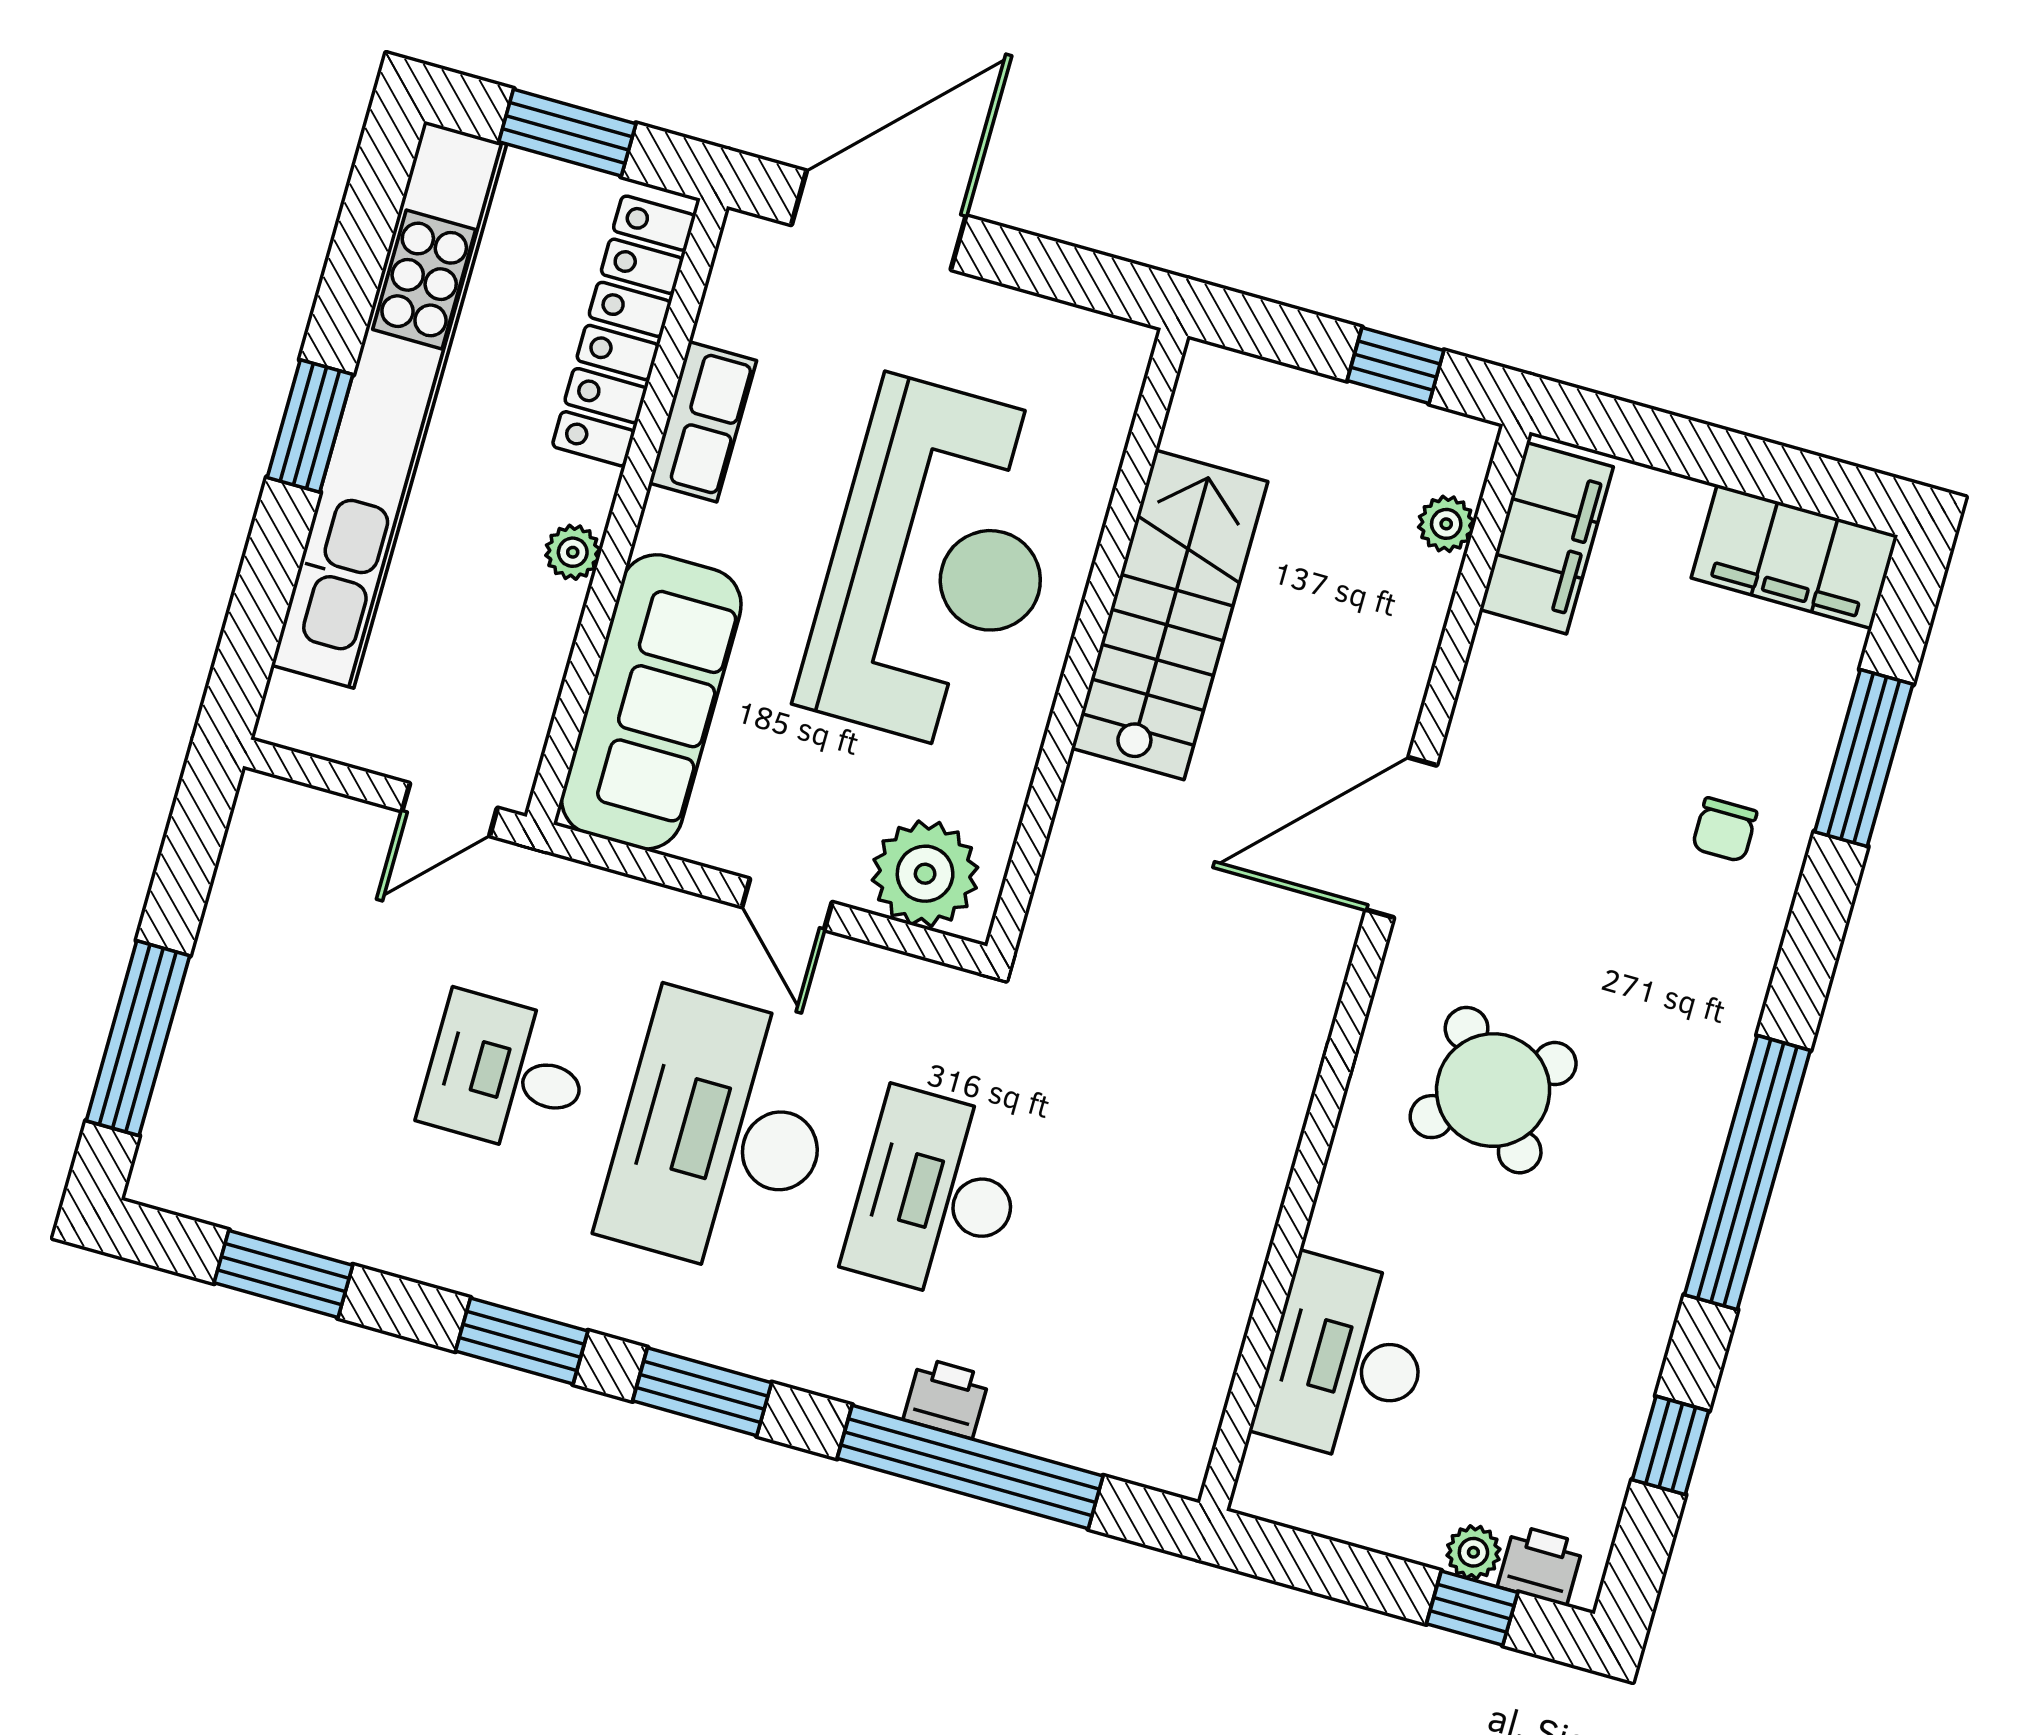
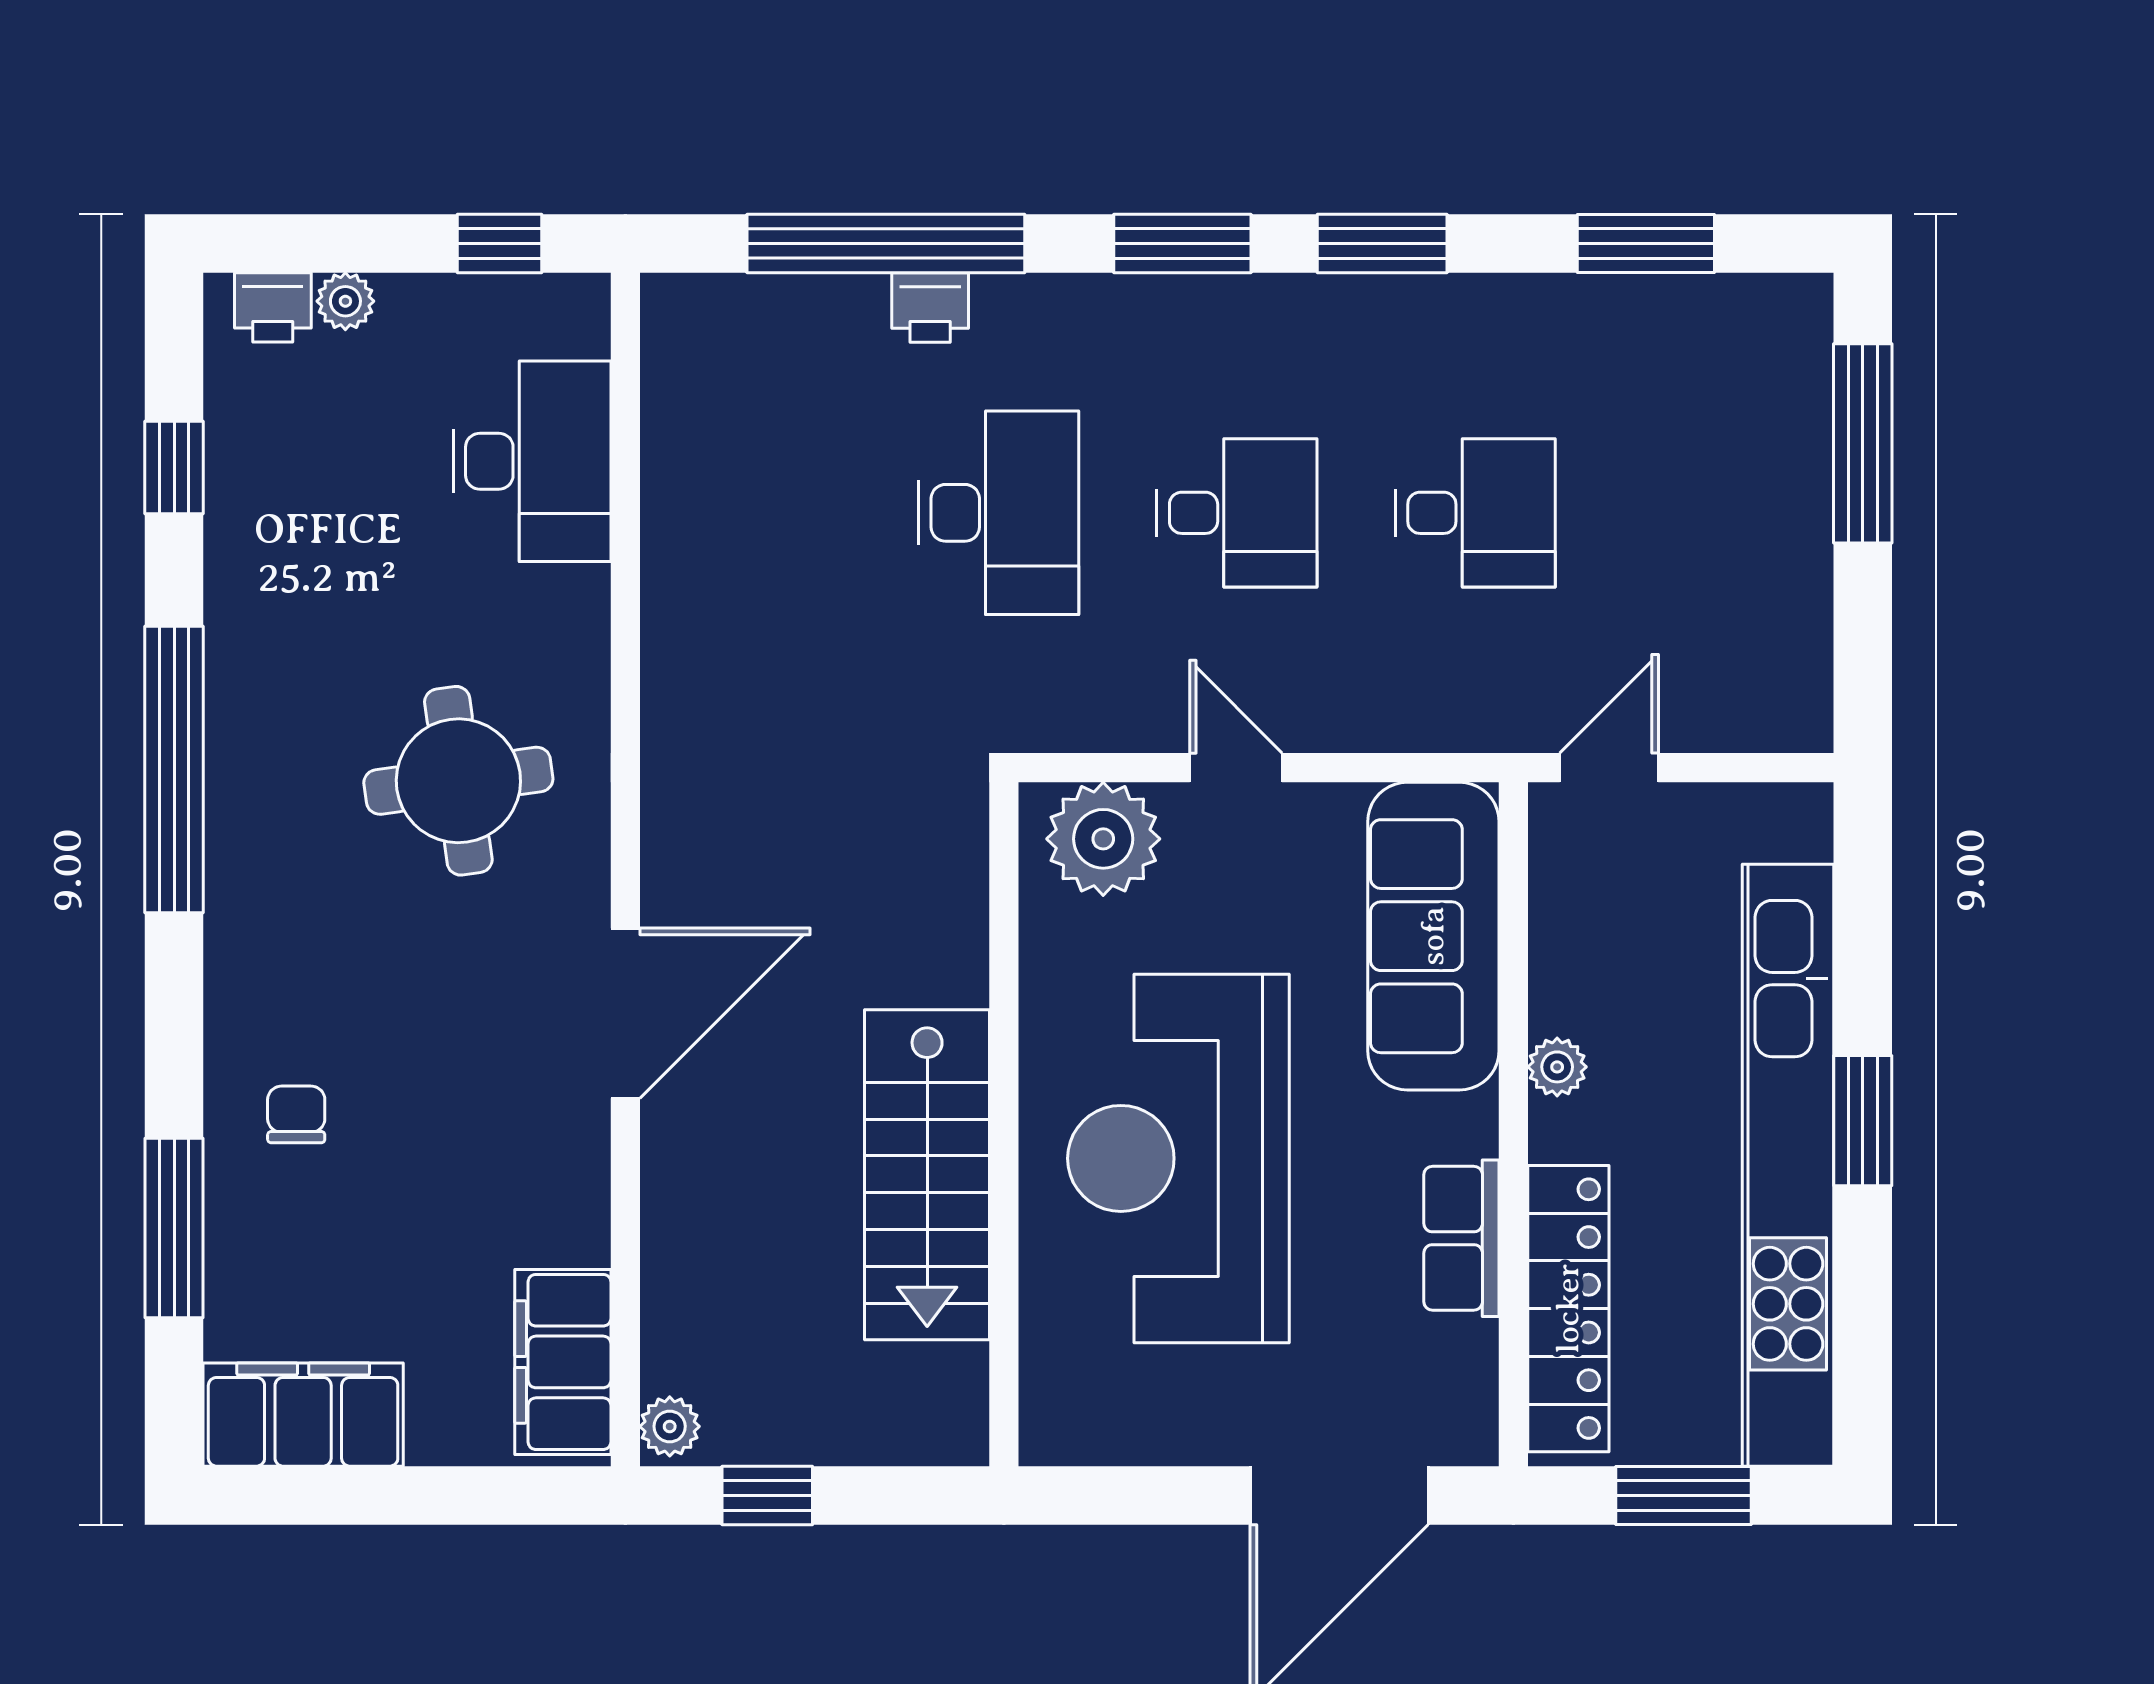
plant: (1446, 524) -> (670, 1426), moved
round table: (1493, 1090) -> (458, 781), turned 31
desk: (721, 1134) -> (1237, 513), width x0.53, depth x0.77
window: (1472, 1608) -> (499, 244), moved

